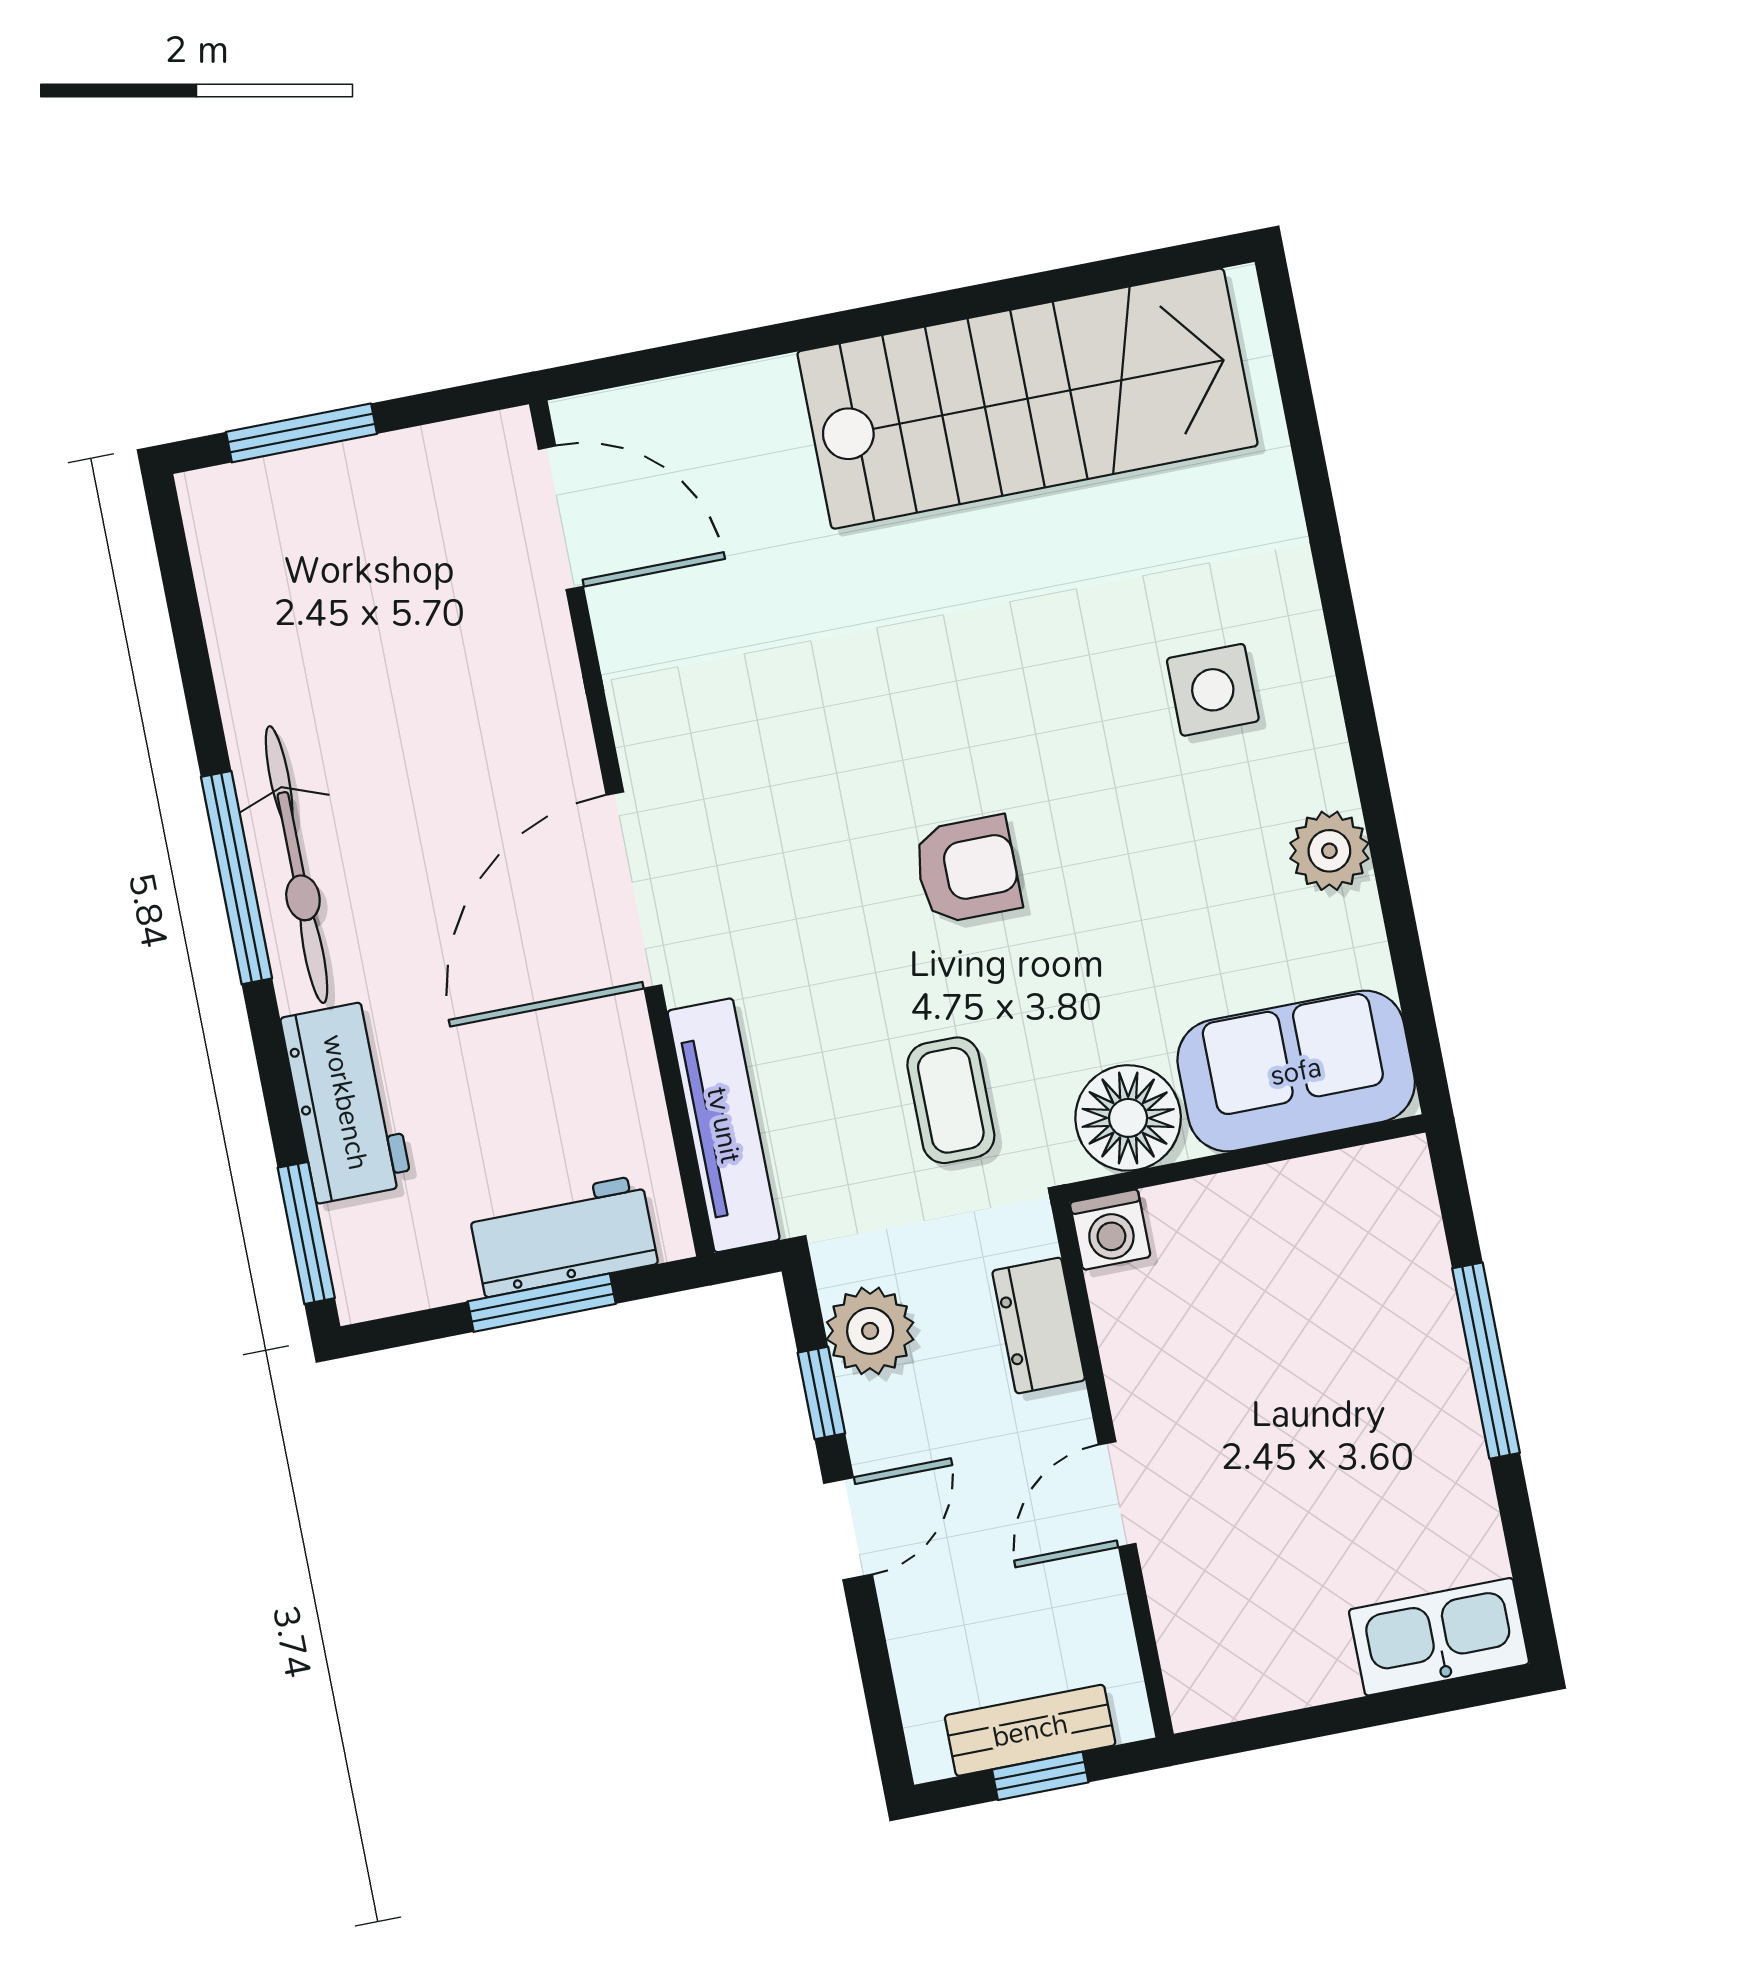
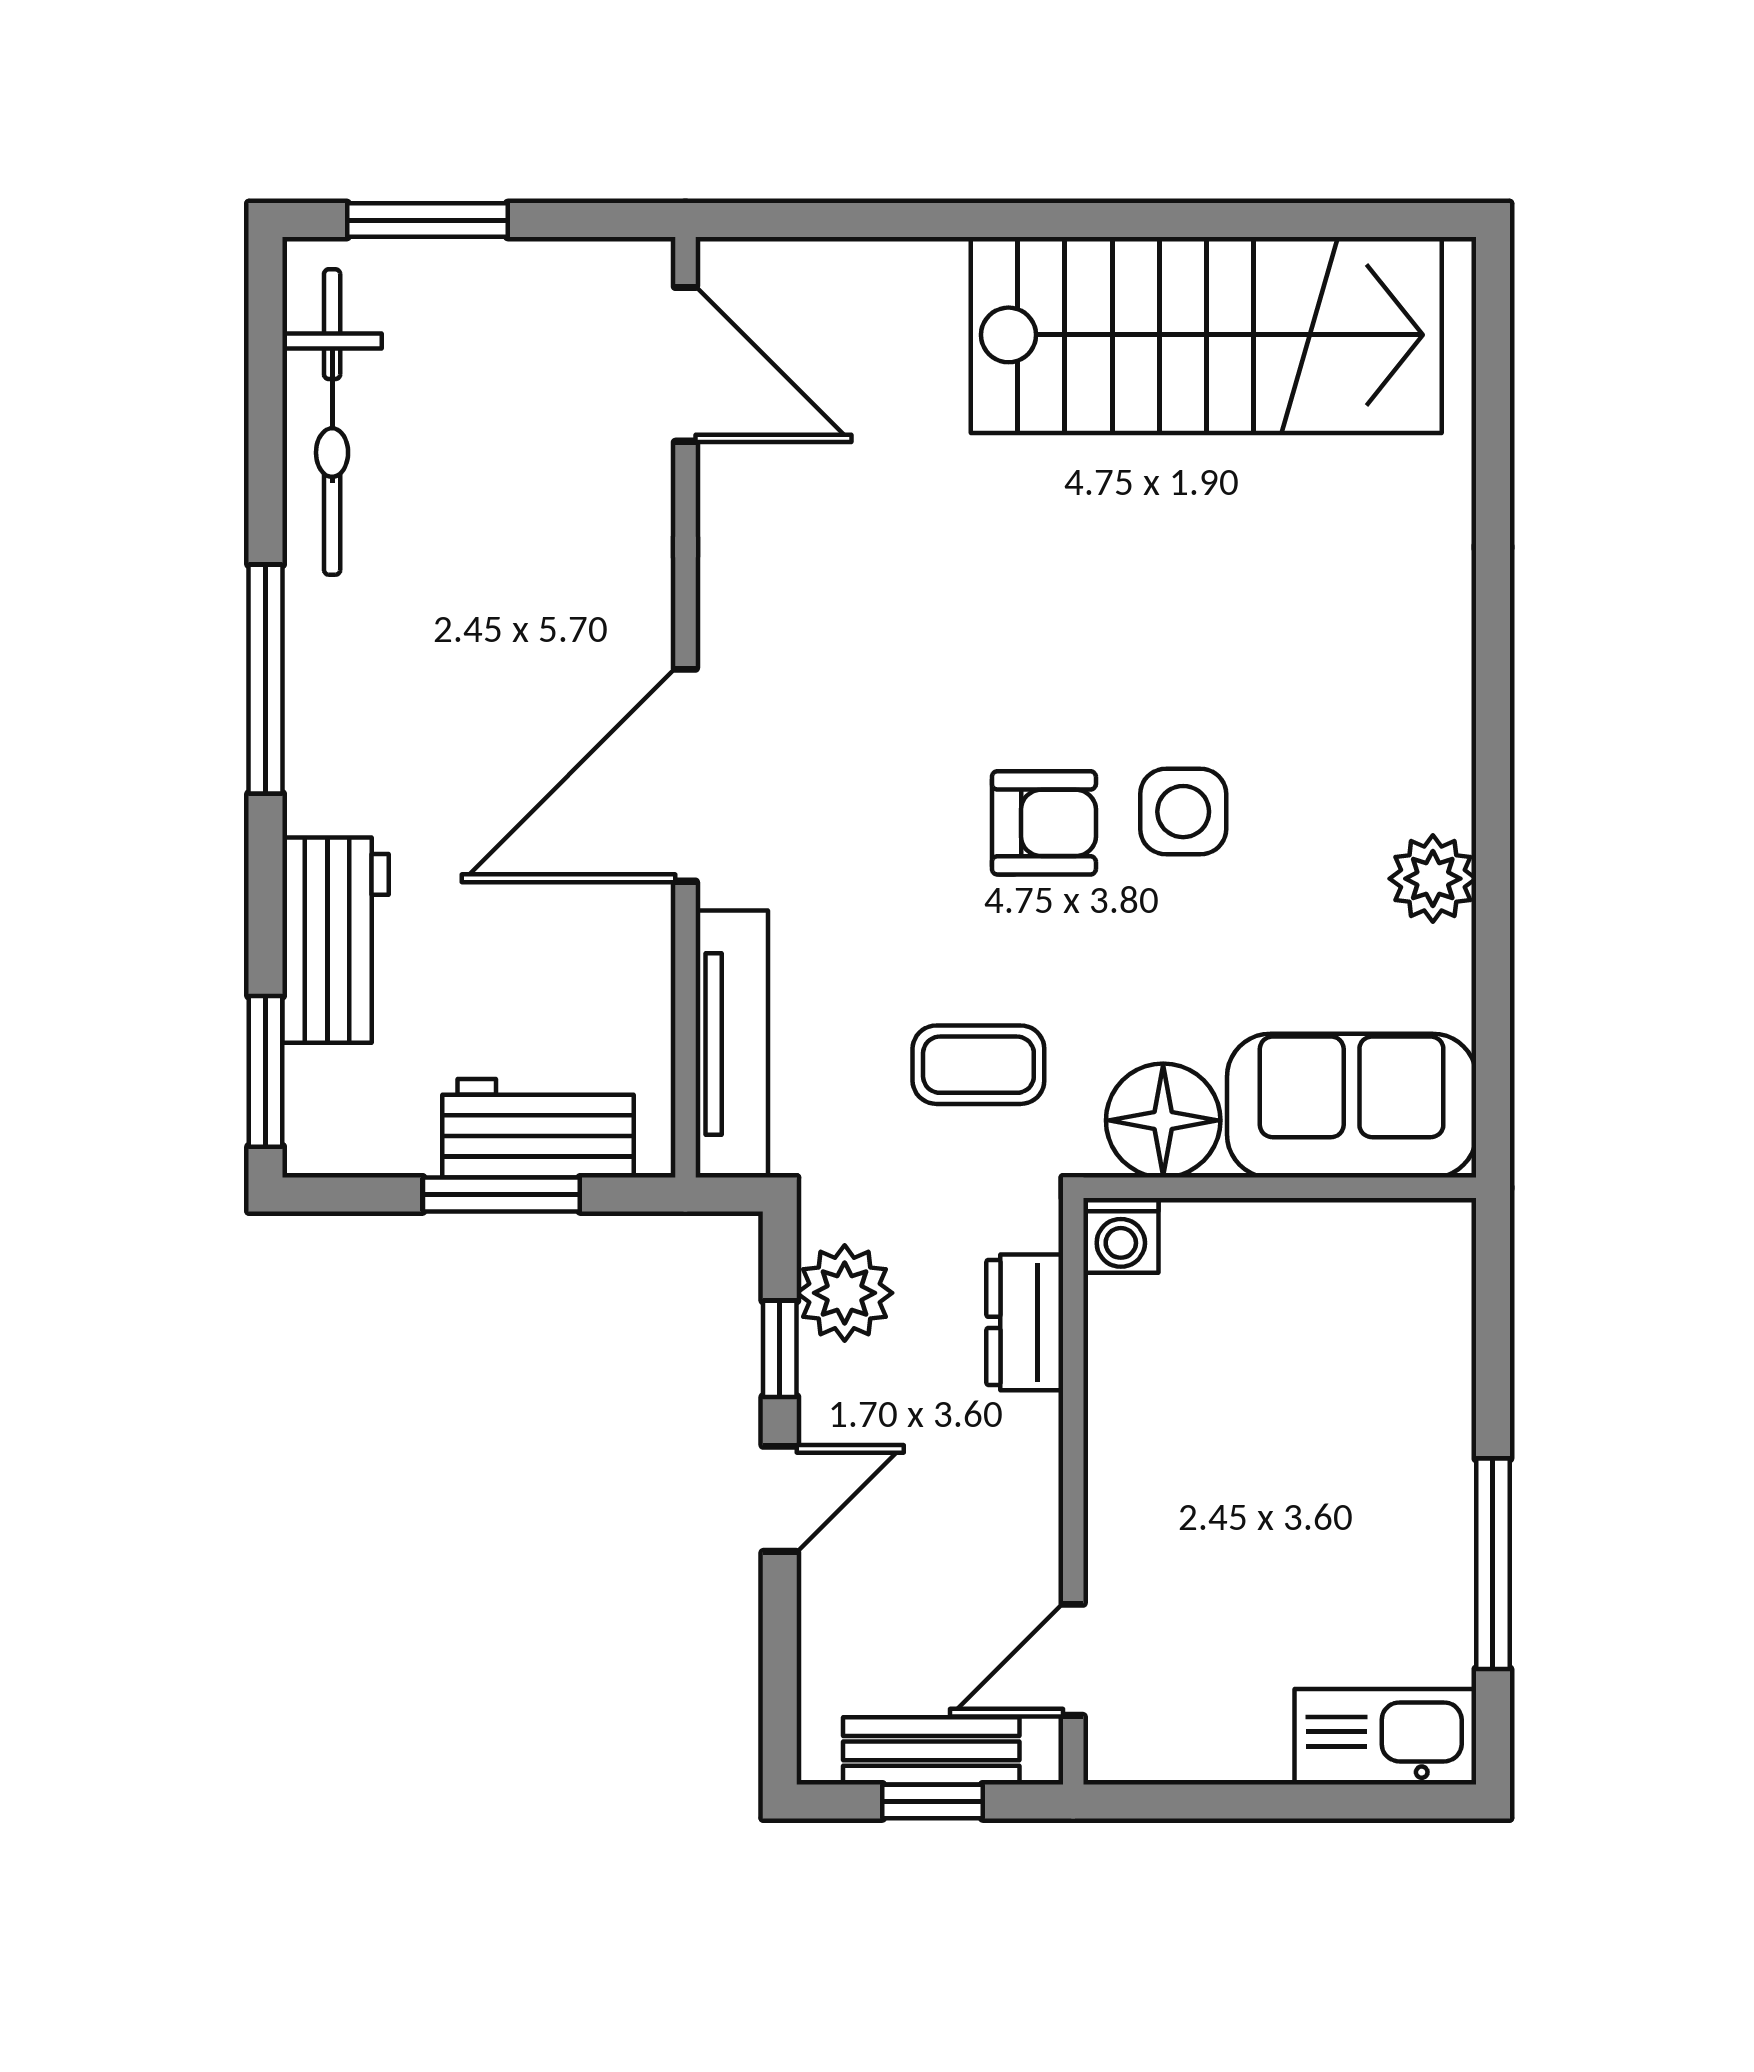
side table: (1213, 690) -> (1183, 812), moved
bicycle: (296, 865) -> (332, 422), moved
coffee table: (951, 1100) -> (978, 1065), turned 90
window: (1486, 1361) -> (1493, 1564), moved
door: (1117, 1494) -> (1073, 1660), moved

